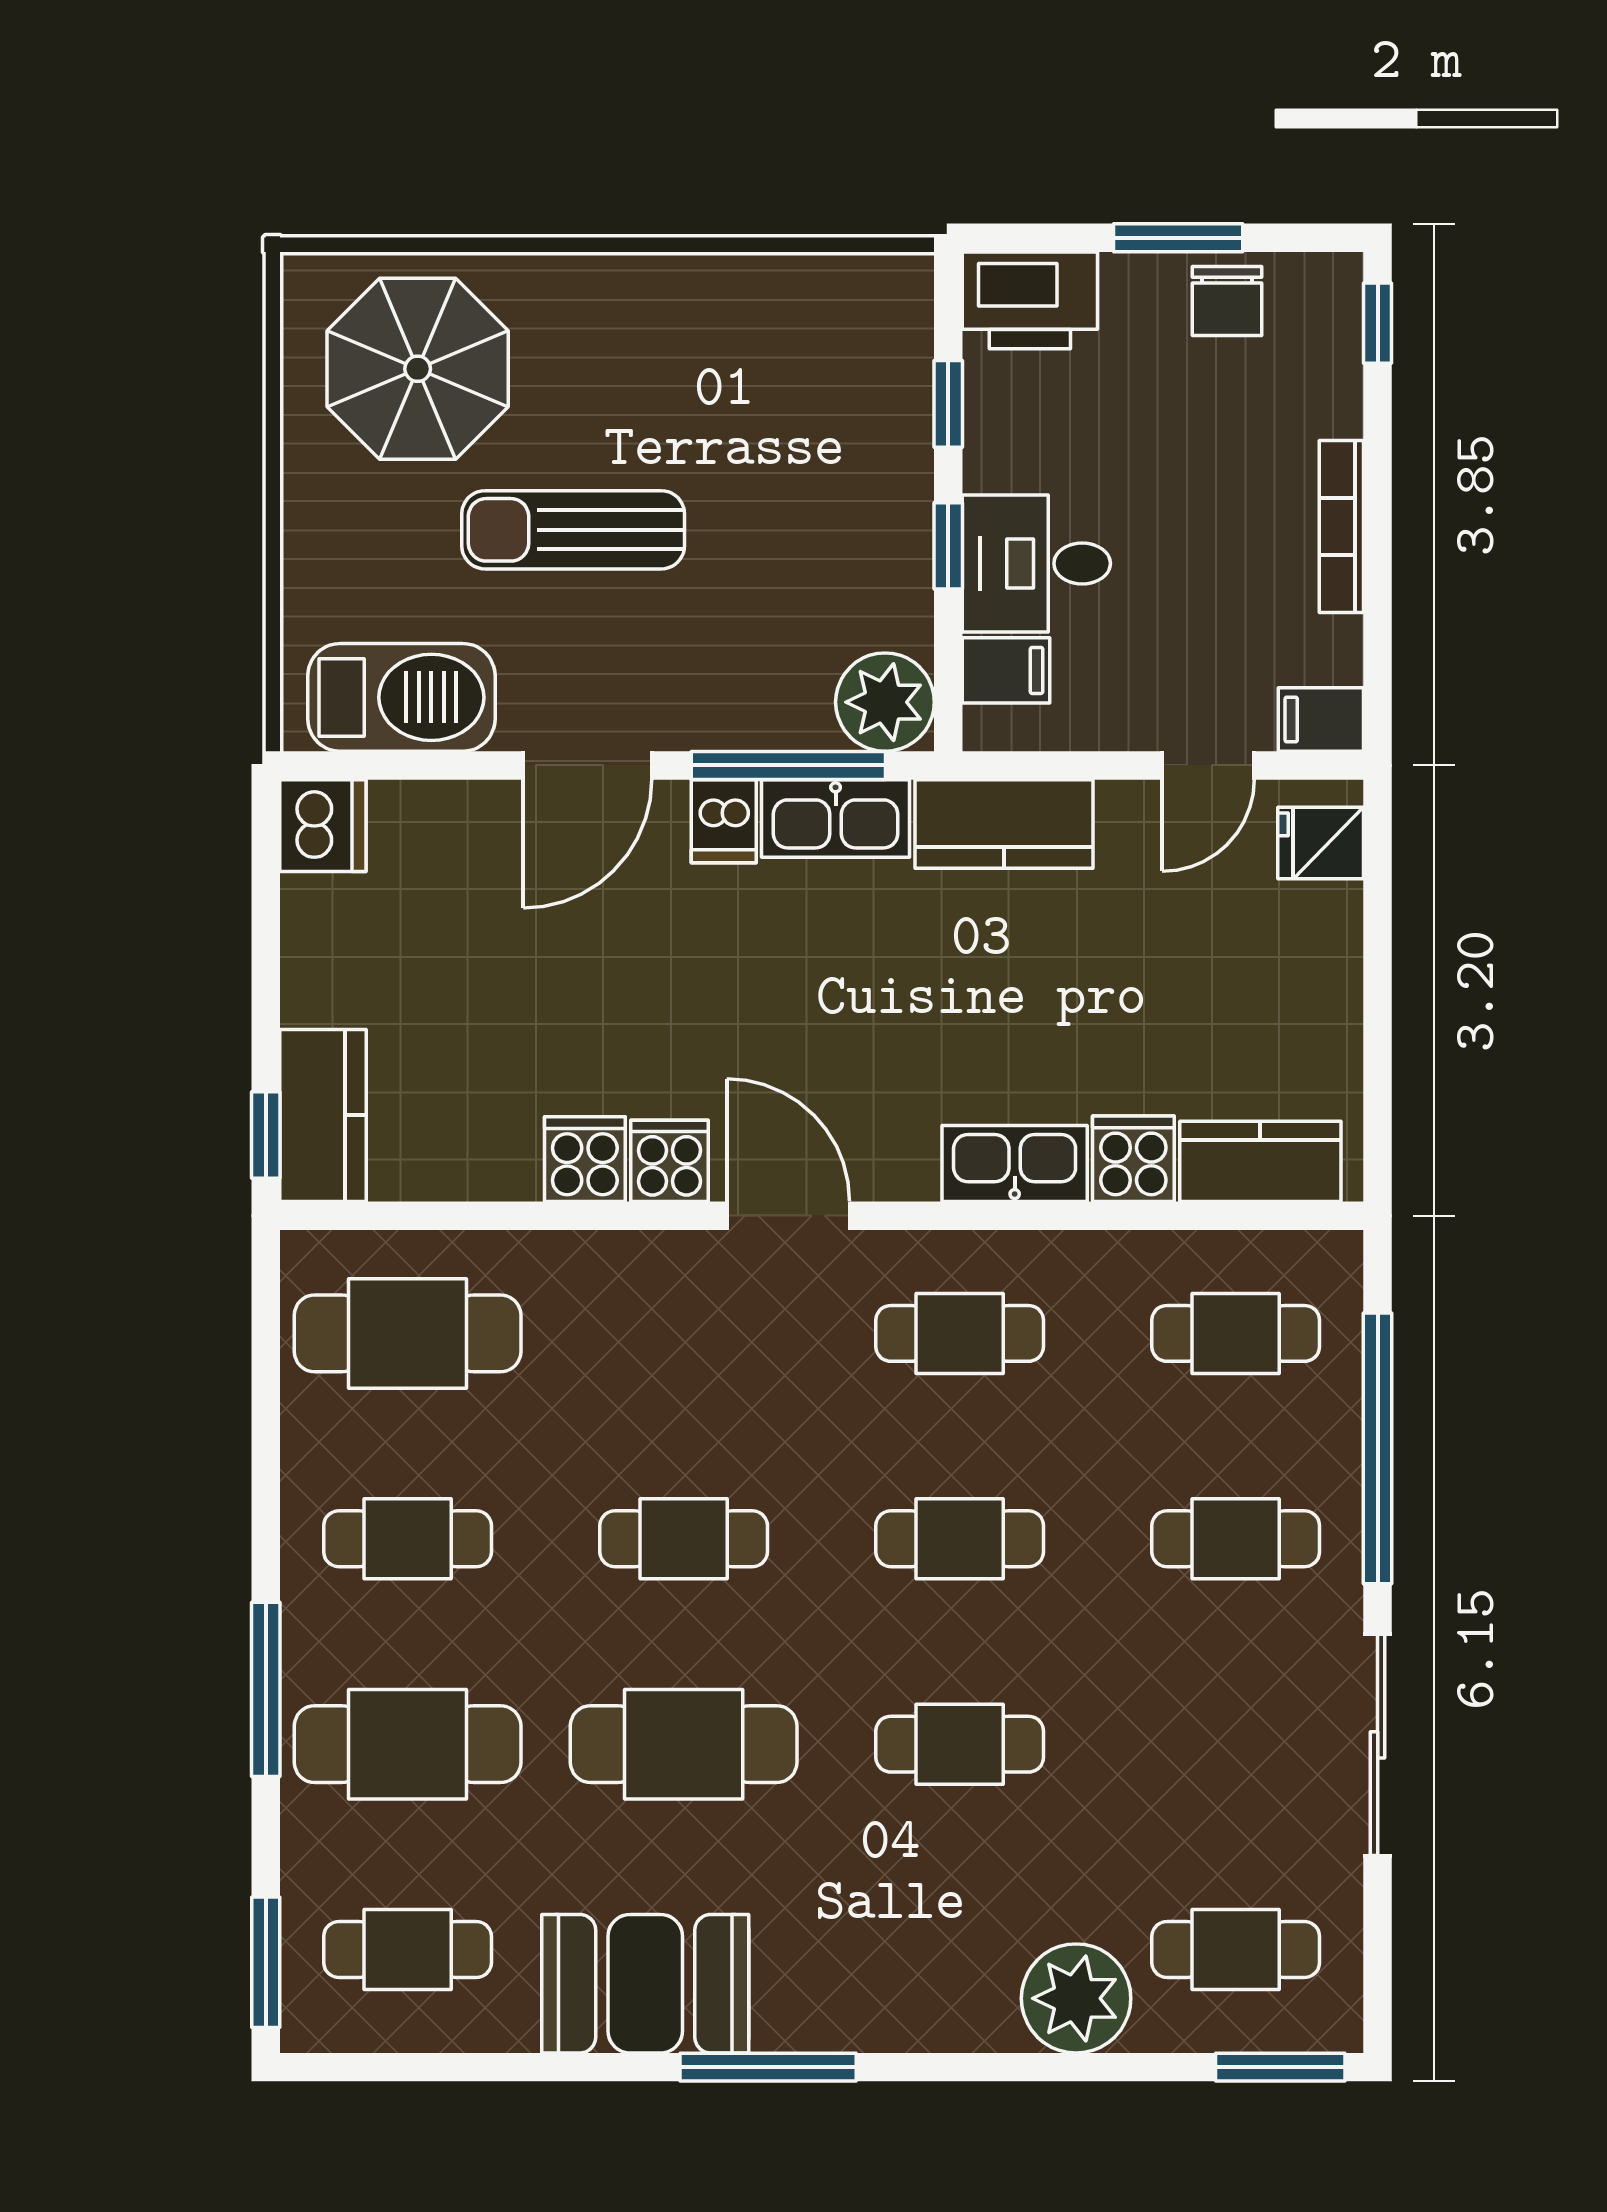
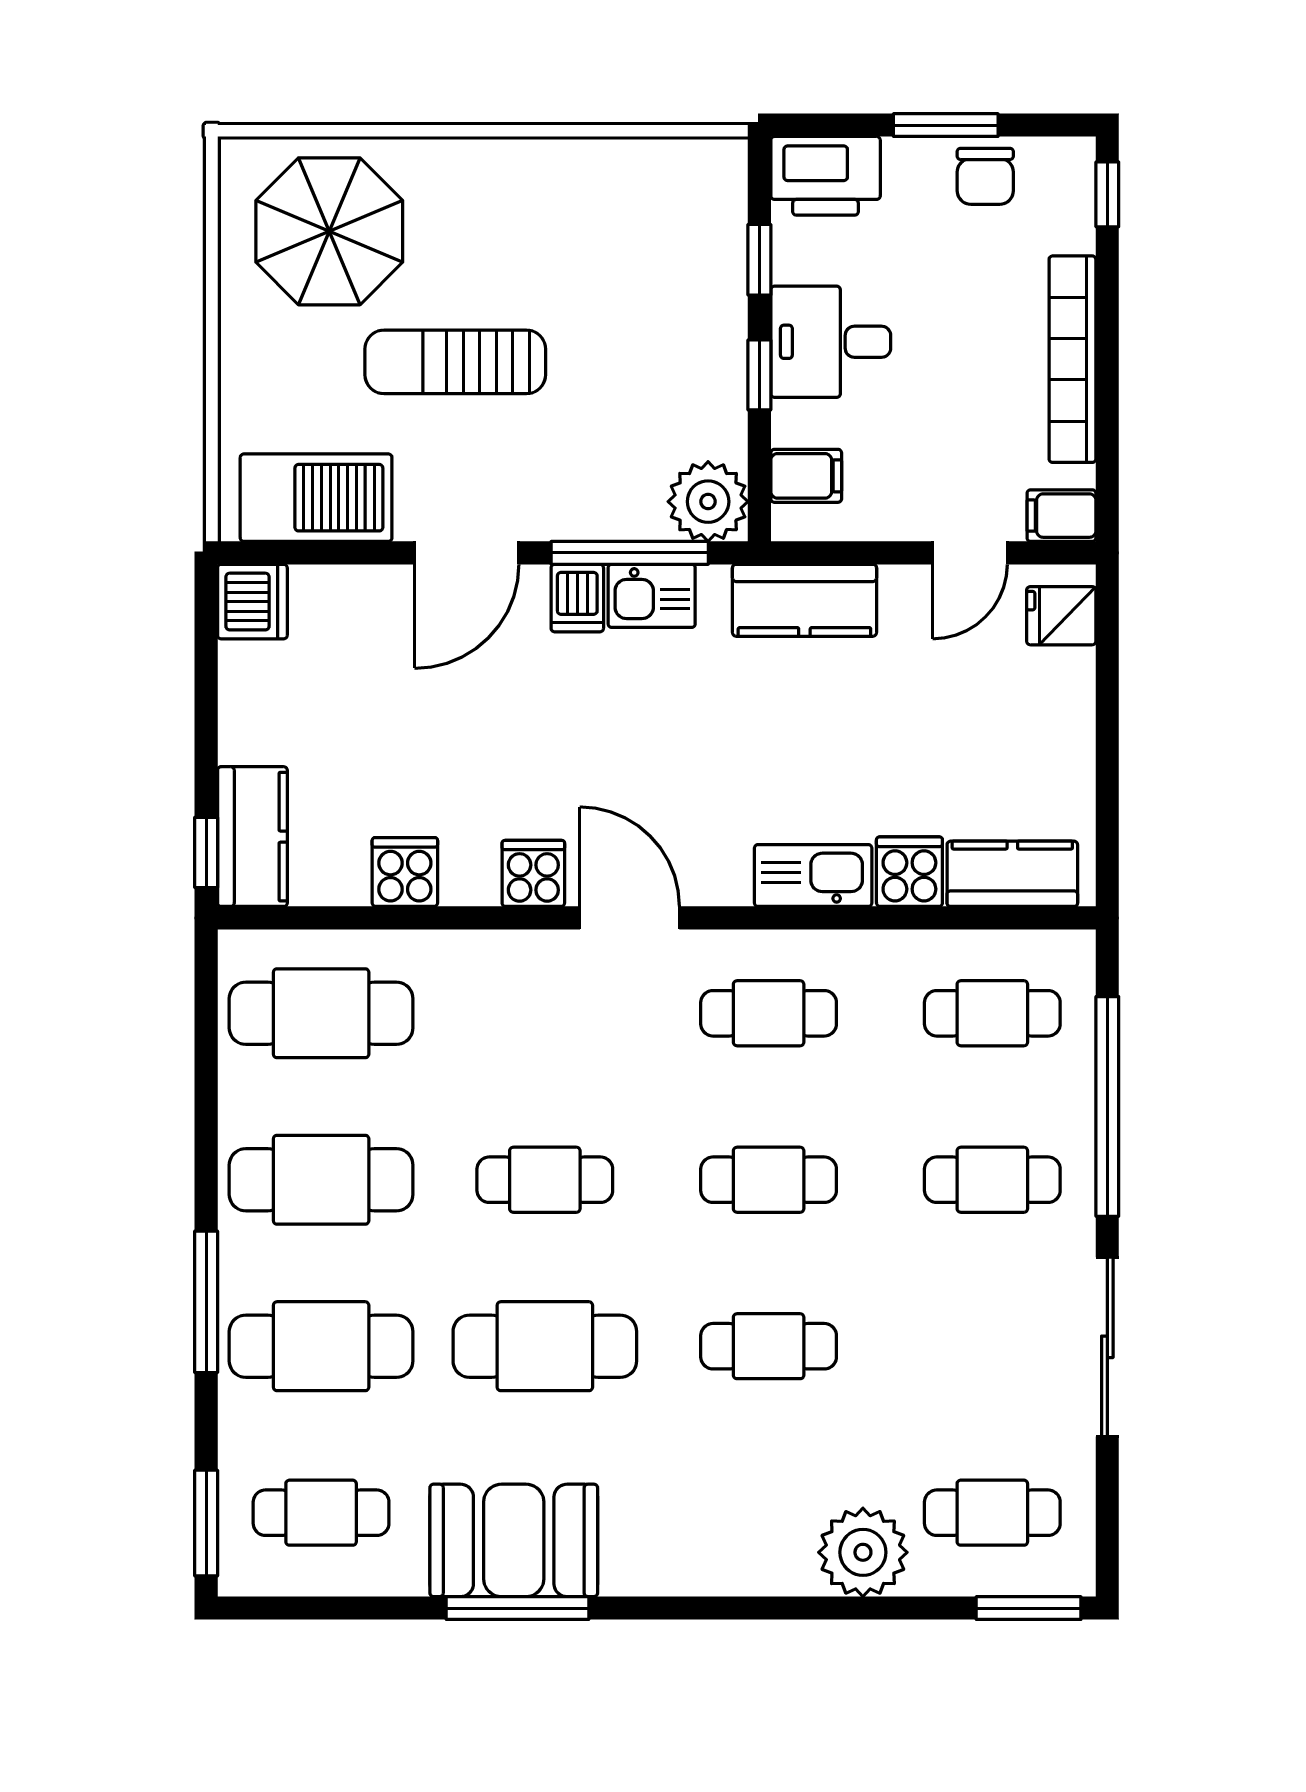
bookcase: (1341, 527) -> (1072, 359), width x1.48, depth x1.31
desk: (1036, 563) -> (831, 342), moved
kitchen sink: (836, 818) -> (652, 596), width x0.73
cooker: (585, 1159) -> (405, 872), moved
cafe table: (408, 1539) -> (321, 1180), width x1.37, depth x1.35
window: (768, 2067) -> (517, 1608), moved

